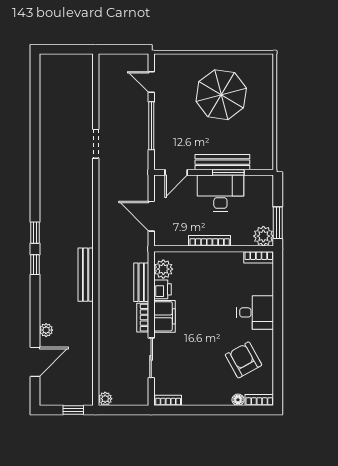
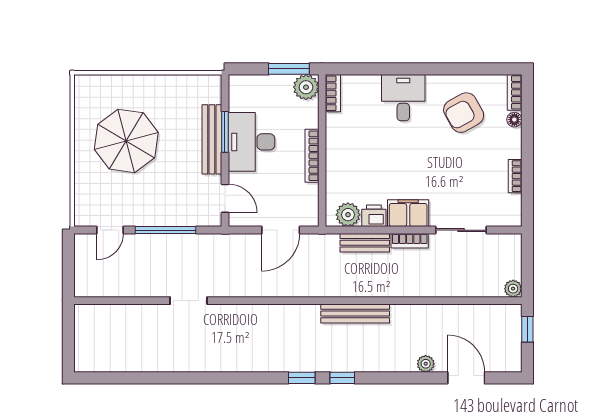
bookcase: (168, 400) -> (515, 176), moved

